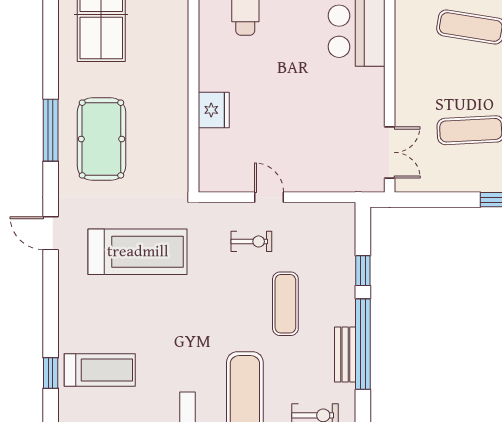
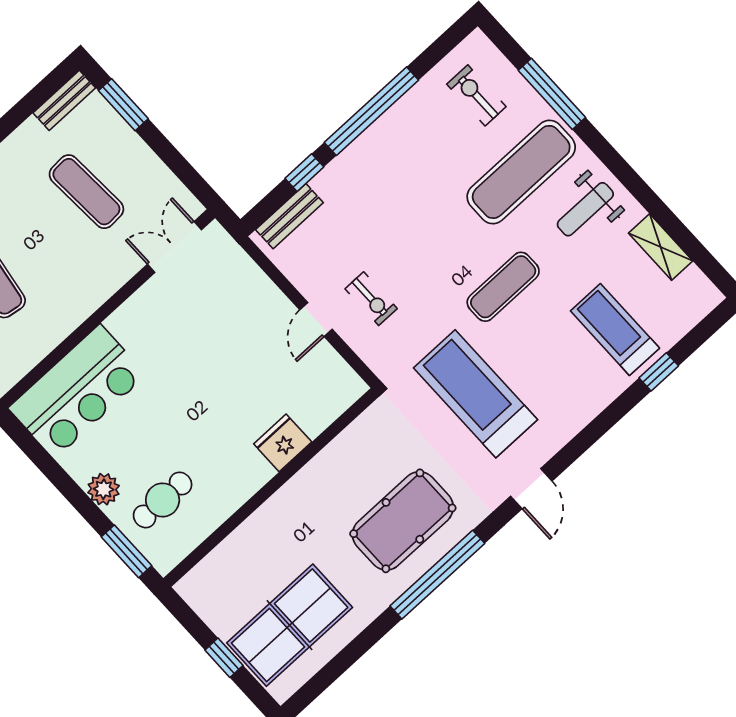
window: (51, 130) -> (437, 575), width x1.46
exercise bike: (251, 241) -> (371, 299), turned 180
exercise mat: (285, 304) -> (503, 287), moved
bench: (345, 354) -> (289, 216), moved

